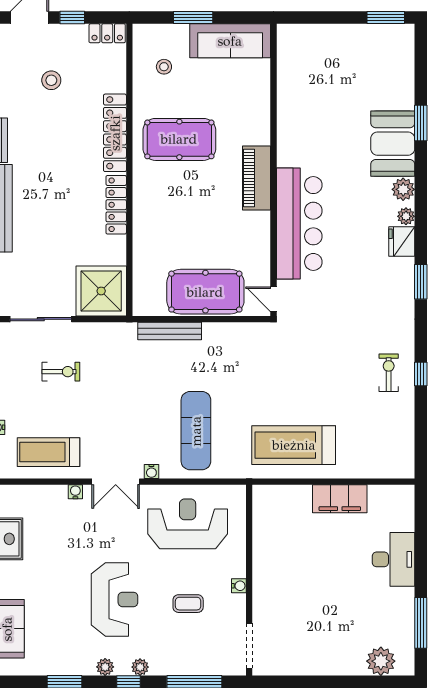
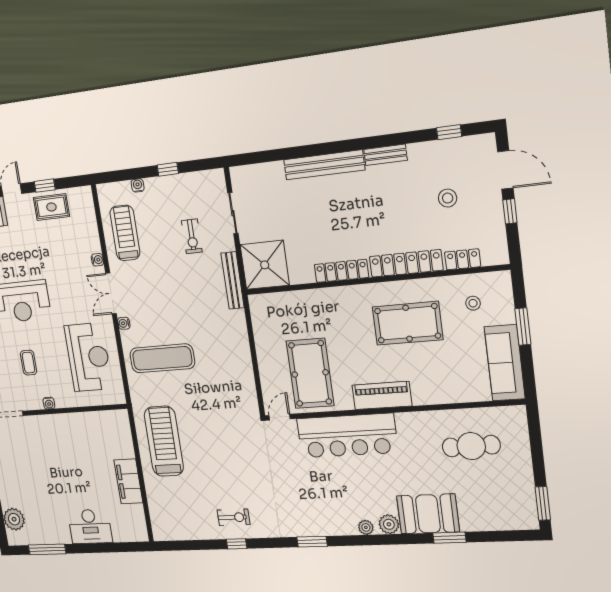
locker: (107, 33) -> (463, 259), moved, turned 90
cafe table: (319, 87) -> (471, 446), added
pool table: (179, 139) -> (408, 323), turned 90
fridge: (402, 241) -> (344, 525), removed
pool table: (205, 292) -> (310, 373), moved
sliding door: (41, 319) -> (233, 213), width x0.73
bench: (170, 331) -> (233, 280), moved

